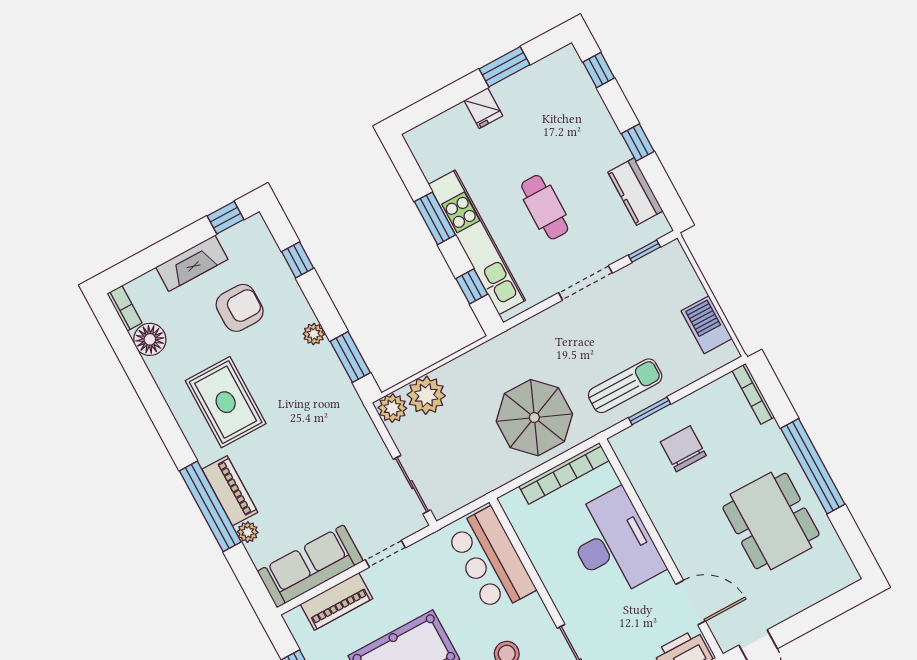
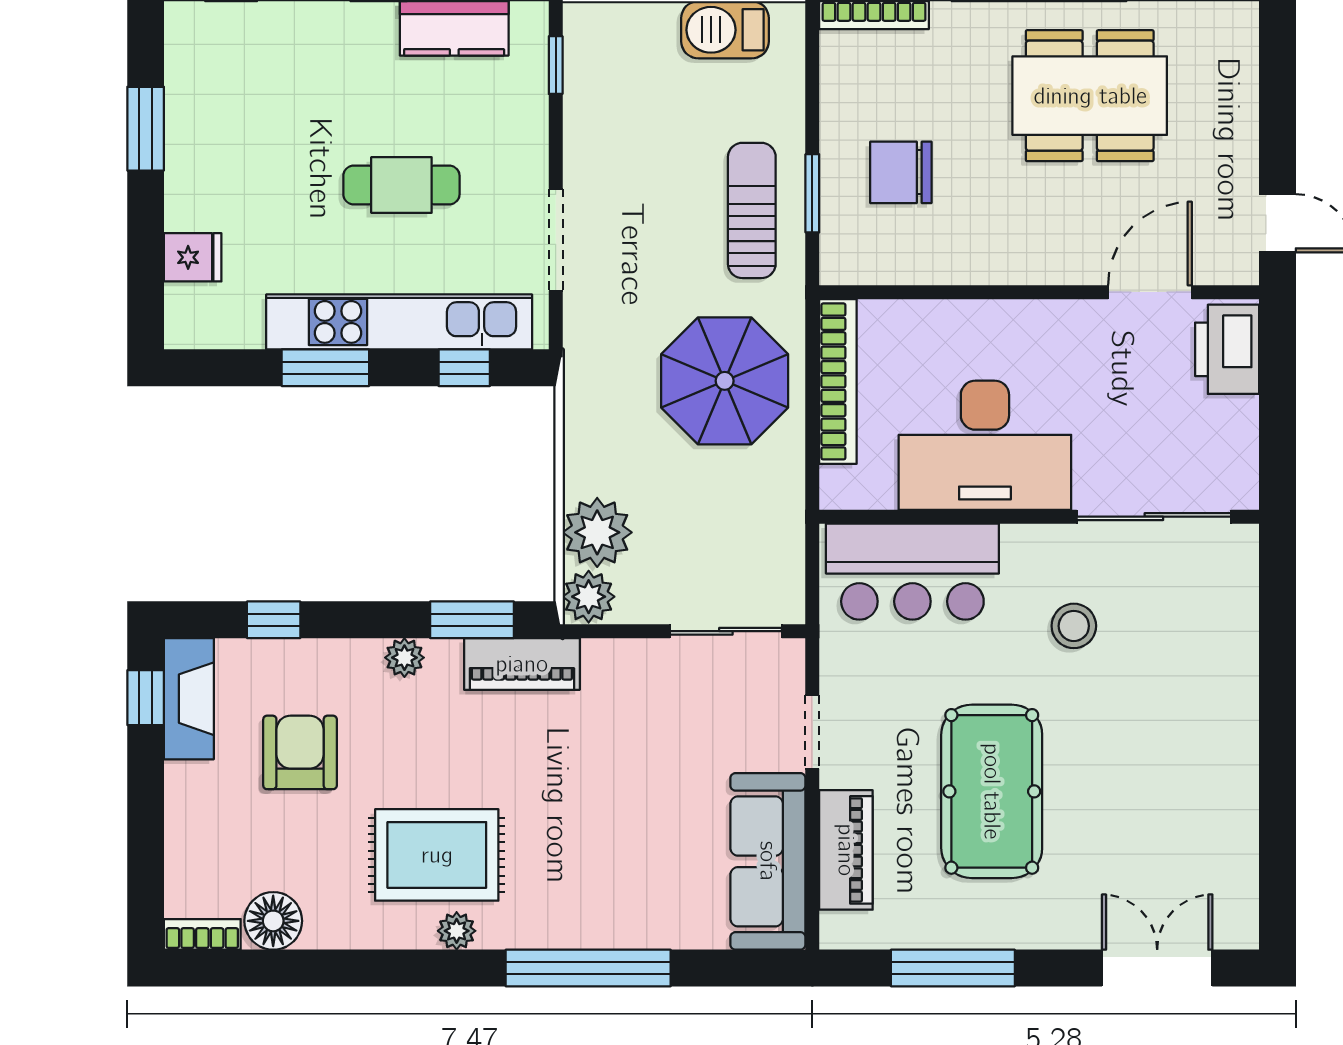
fridge: (483, 108) -> (193, 257), moved
fireplace: (192, 263) -> (189, 699), moved
doorway: (585, 283) -> (556, 240), moved
piano: (230, 491) -> (522, 664), moved, turned 180
plant: (248, 532) -> (457, 931), moved
desk: (613, 544) -> (985, 445), moved, turned 180

